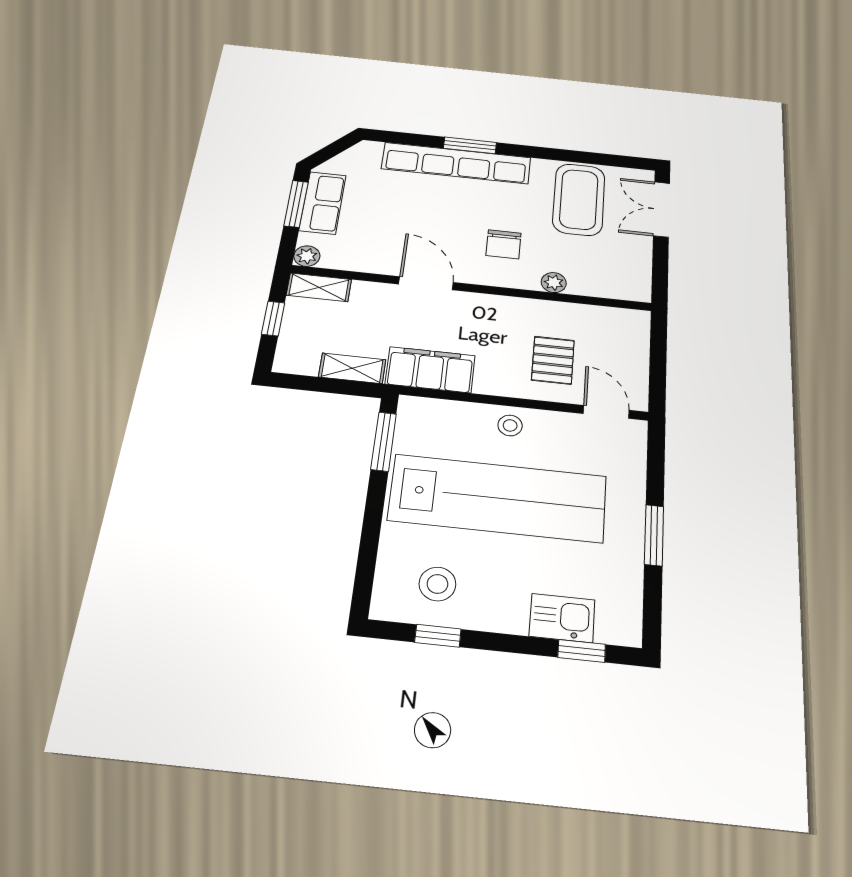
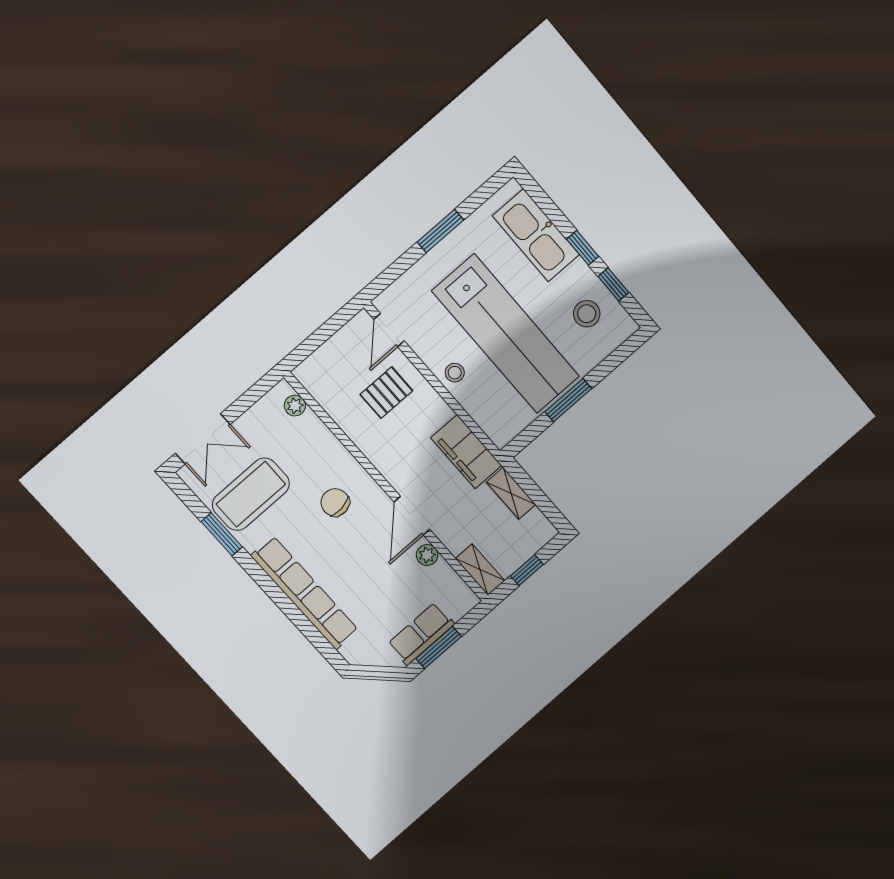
window: (470, 145) -> (222, 534), moved
chair: (503, 244) -> (335, 502), turned -97
plant: (307, 256) -> (427, 555), moved
plant: (554, 283) -> (295, 406), moved
window: (384, 442) -> (568, 400), moved
lab bench: (498, 498) -> (506, 334), turned 180
kitchen sink: (562, 618) -> (536, 235), width x1.88, depth x1.24
window: (582, 651) -> (583, 248), moved

